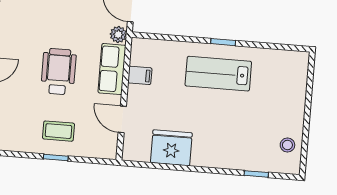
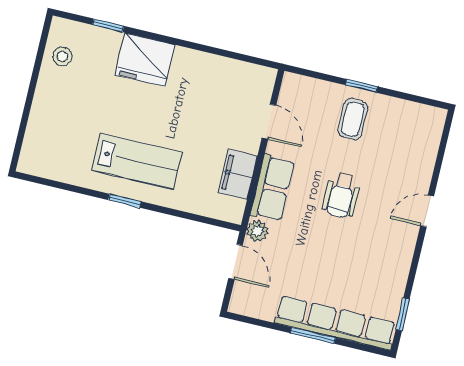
wheelchair: (59, 72) -> (341, 195), width x0.73, depth x0.73
filing cabinet: (140, 75) -> (238, 174), width x2.00
coffee table: (59, 131) -> (353, 119), turned 90
fridge: (171, 148) -> (145, 60), moved

